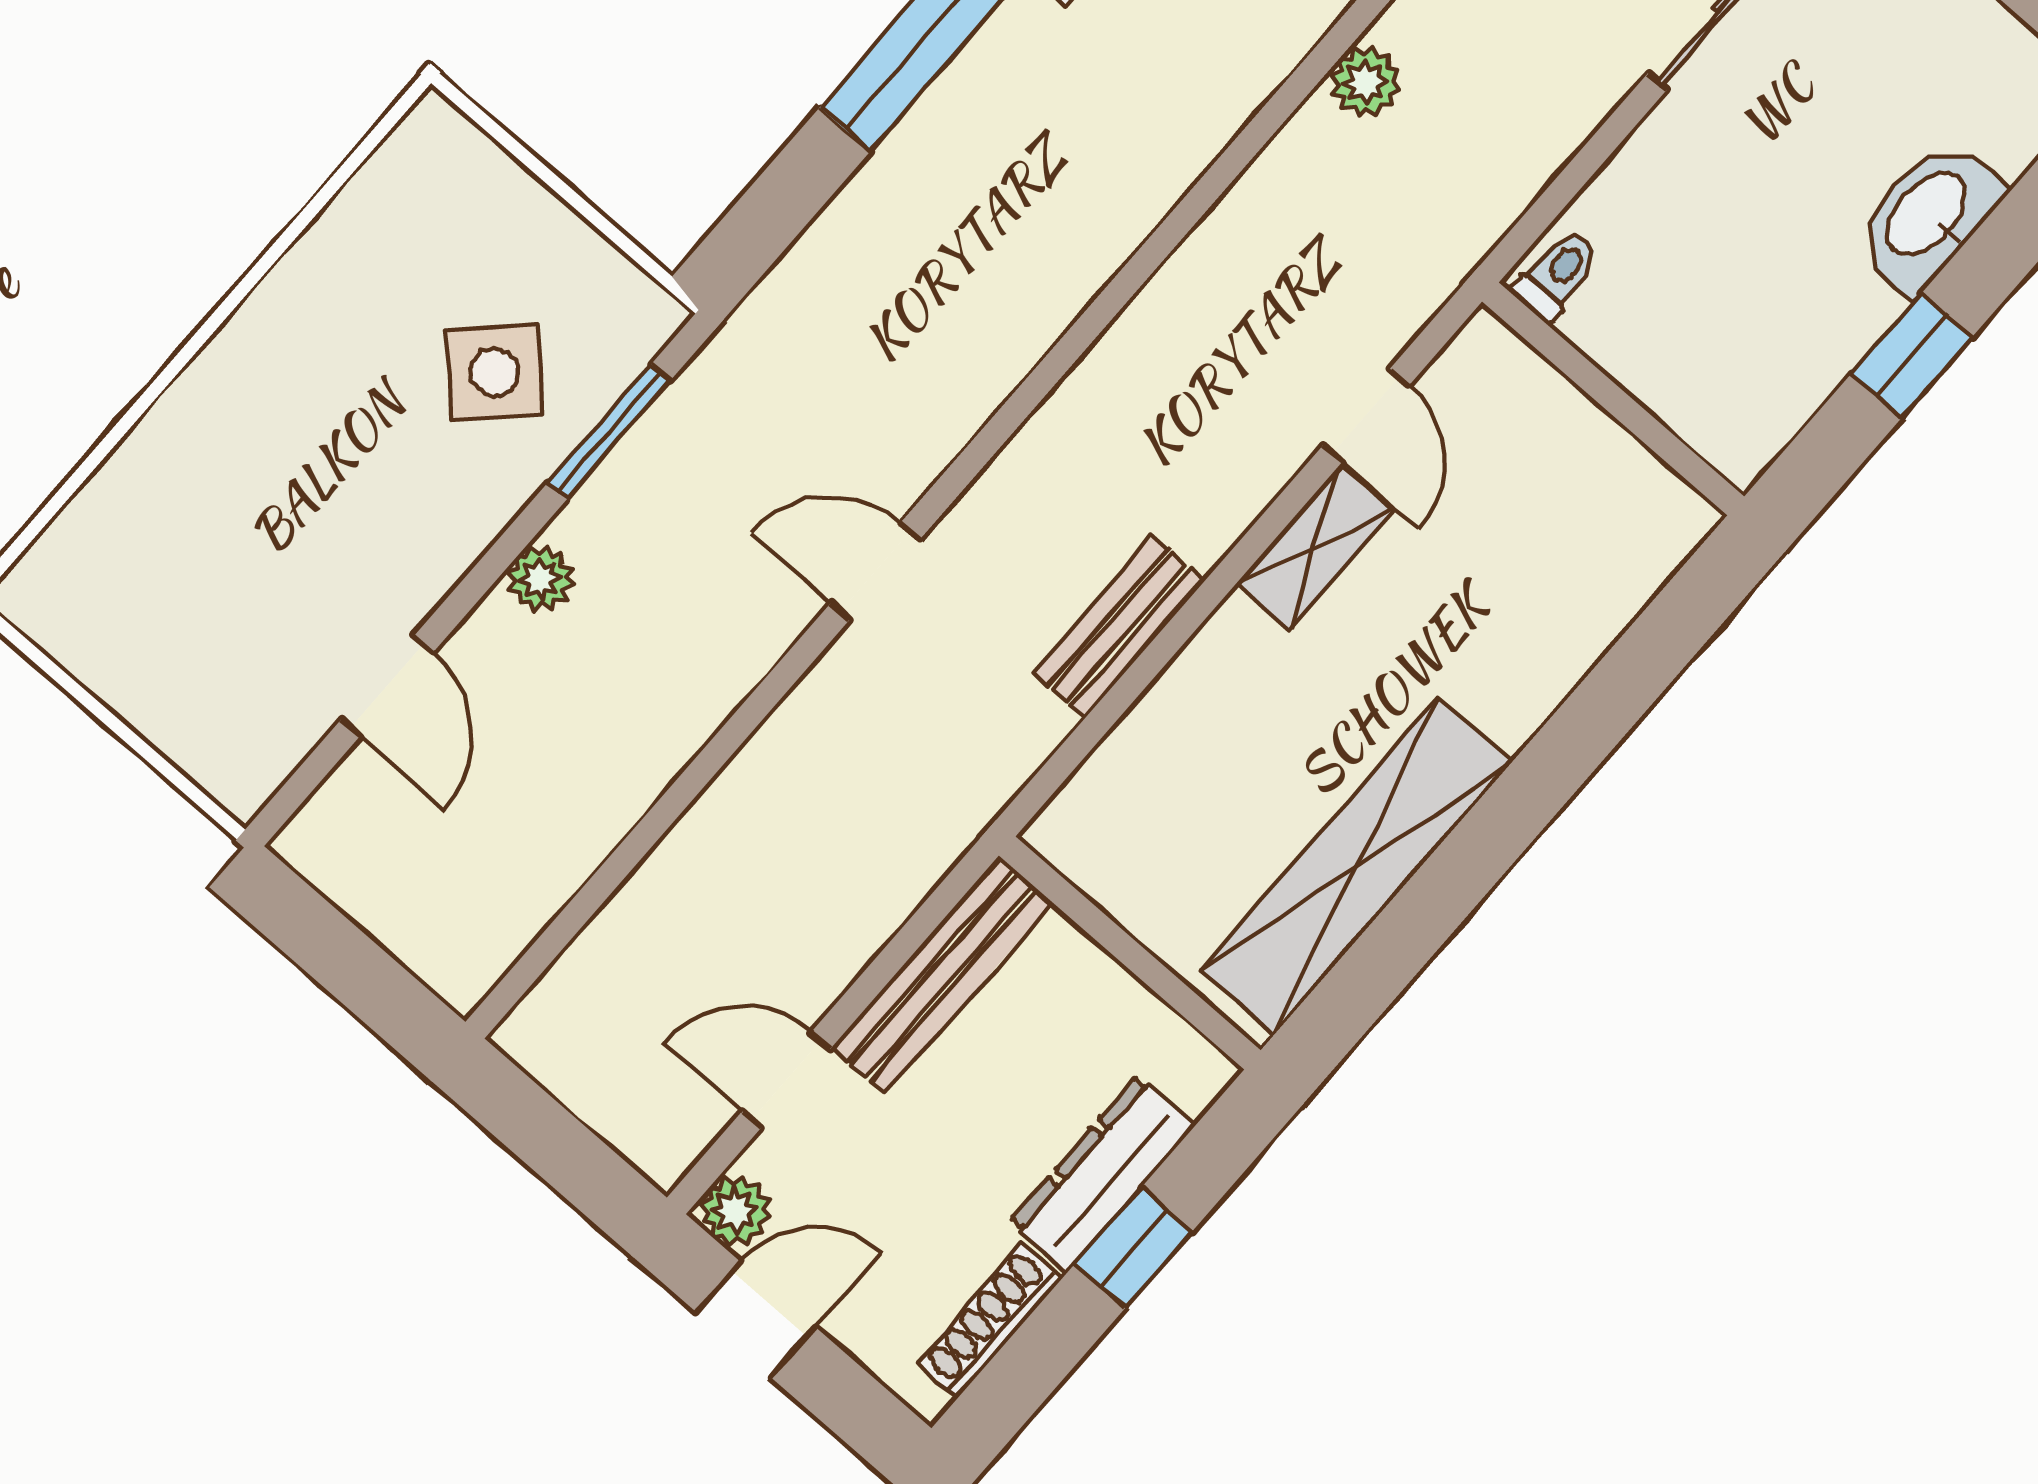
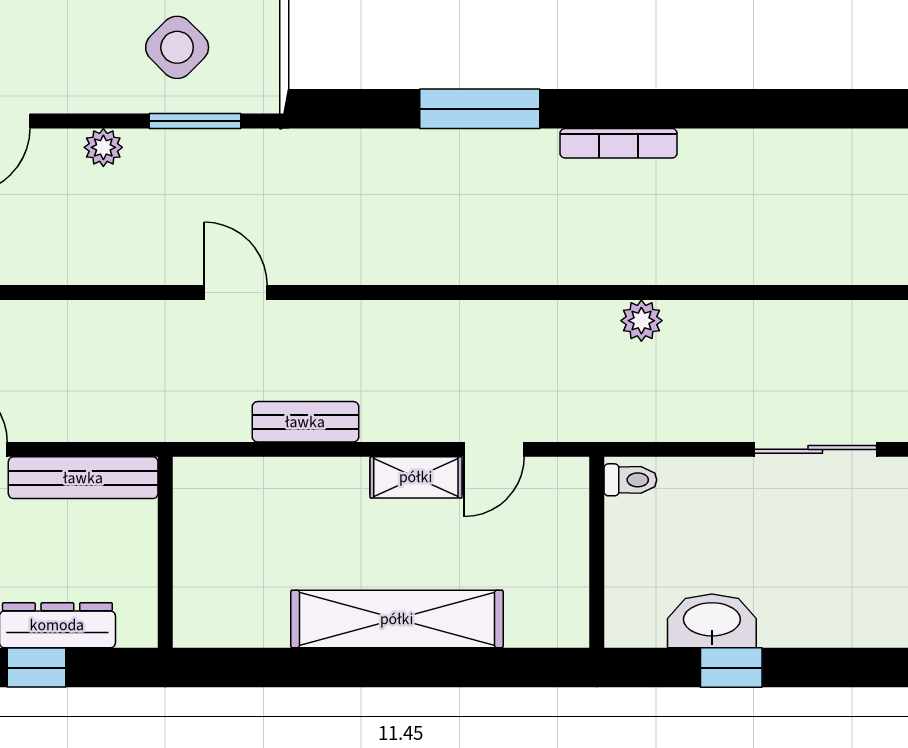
washbasin: (1928, 216) -> (712, 621), moved
shelving: (1356, 866) -> (397, 619), moved

